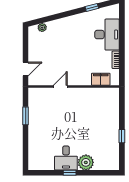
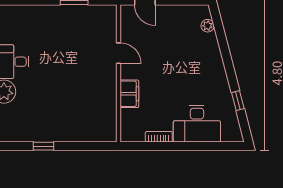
filing cabinet: (101, 79) -> (129, 94), moved

